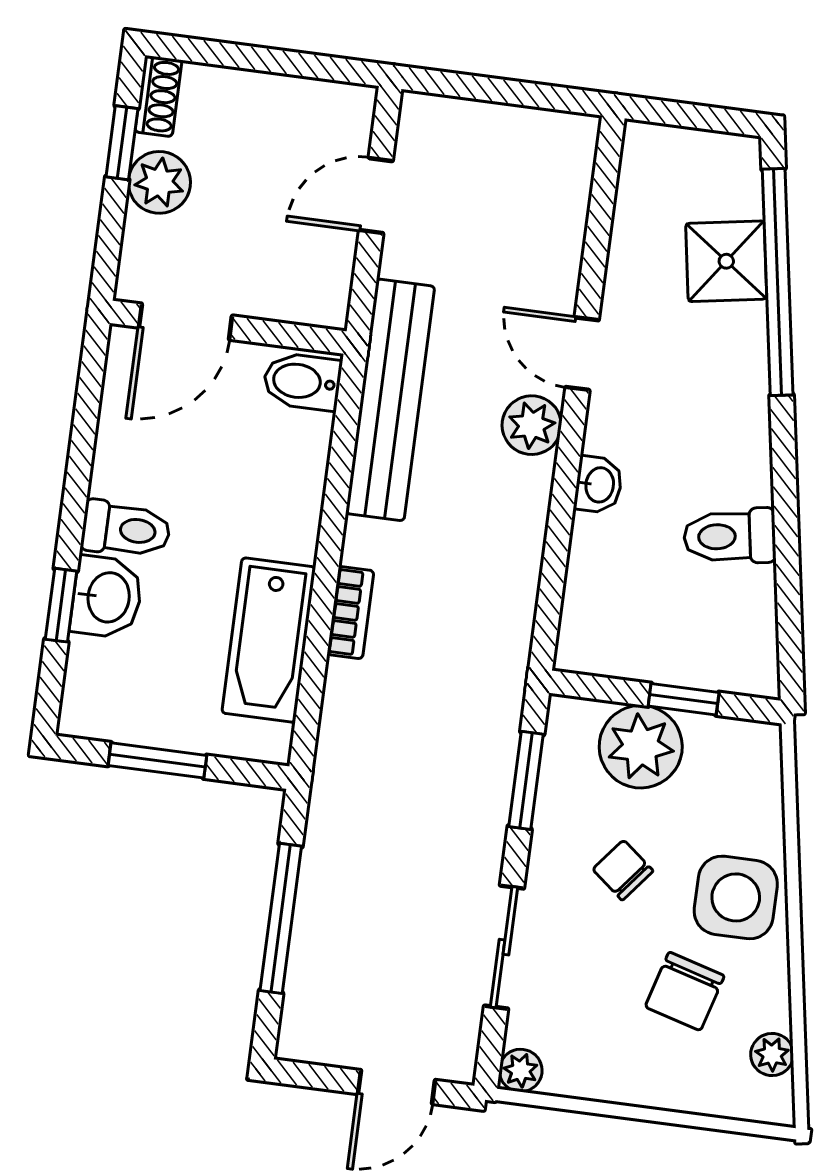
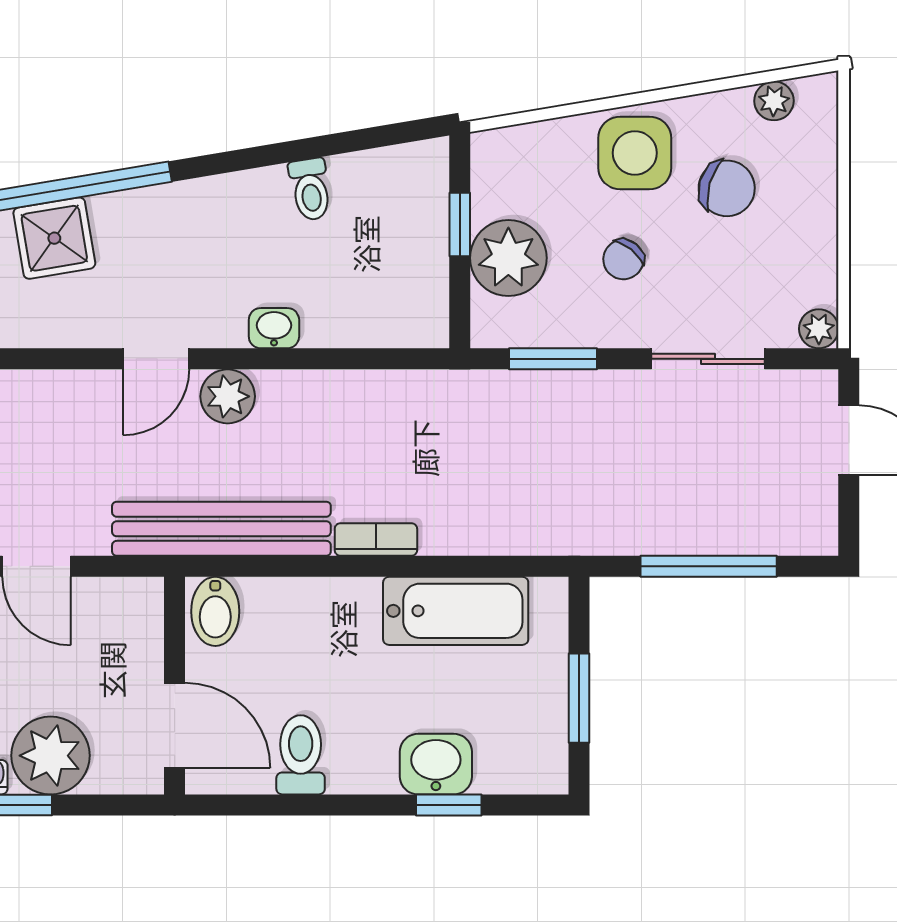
plant: (159, 182) -> (50, 756), width x1.36, depth x1.36
toilet: (126, 529) -> (301, 755), moved
toilet: (730, 536) -> (310, 189), width x0.73, depth x0.72
bookcase: (350, 613) -> (376, 539), moved

